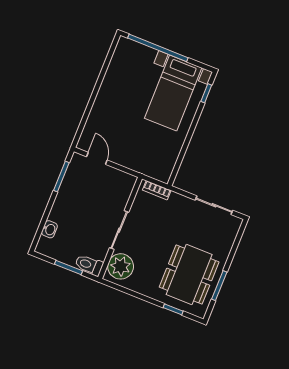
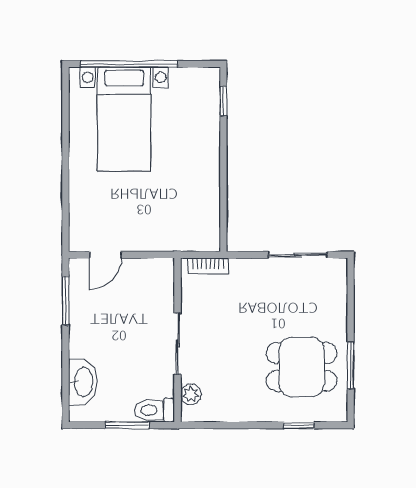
bed with nightstands: (173, 93) -> (124, 119), moved
door: (97, 158) -> (105, 255), swing flipped
washbasin: (49, 229) -> (83, 382), width x1.91, depth x1.45
plant: (121, 266) -> (191, 394), width x0.53, depth x0.53
dining table: (189, 275) -> (302, 367), width x0.73

